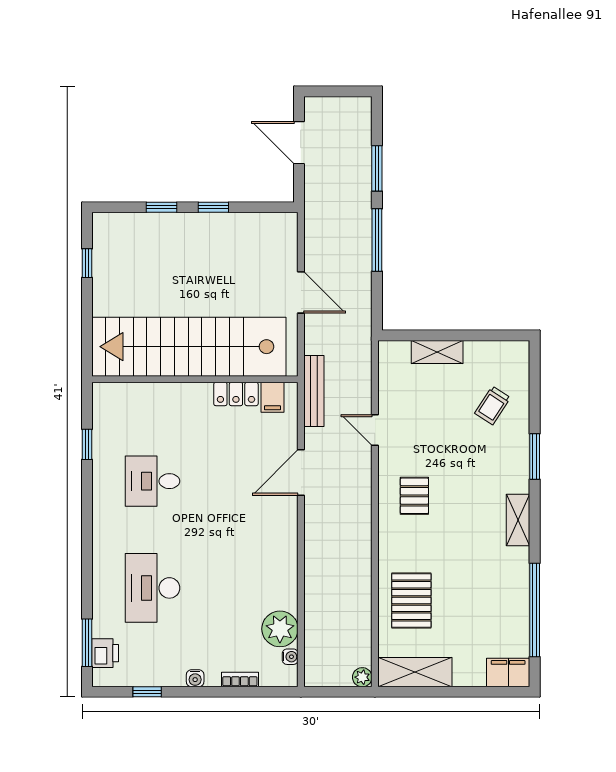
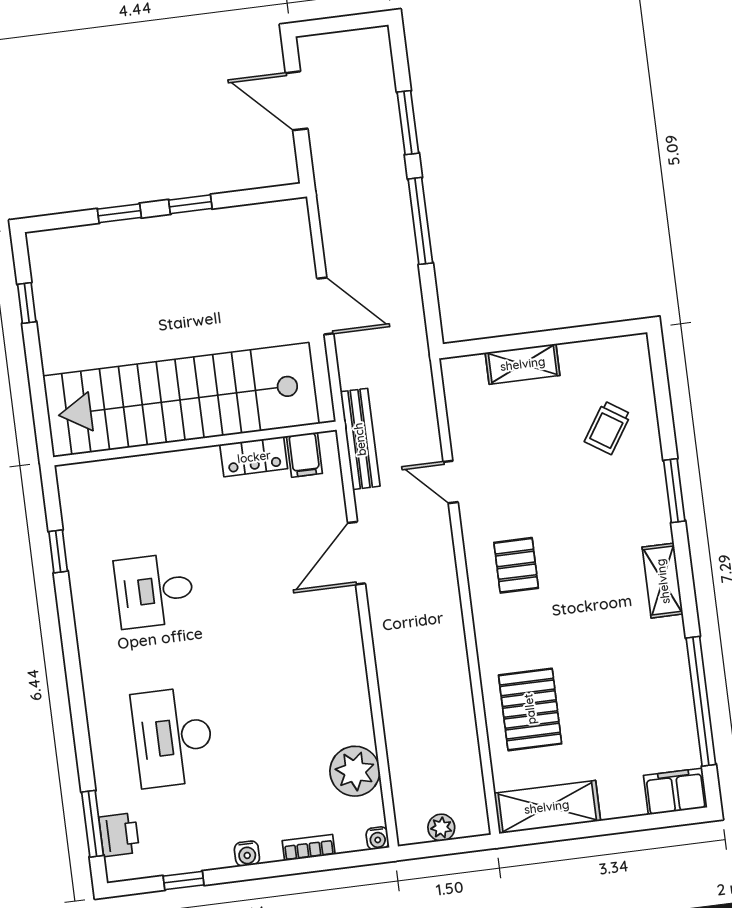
water cooler: (290, 657) -> (378, 838), moved, turned 90
plant: (362, 677) -> (441, 828), moved

